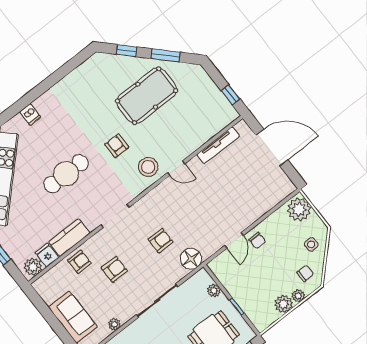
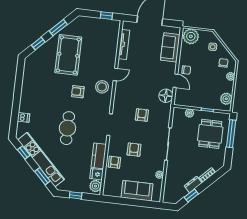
sofa: (265, 199) -> (170, 47), added
floor lamp: (191, 259) -> (166, 96), moved
plant: (283, 304) -> (226, 99), moved

